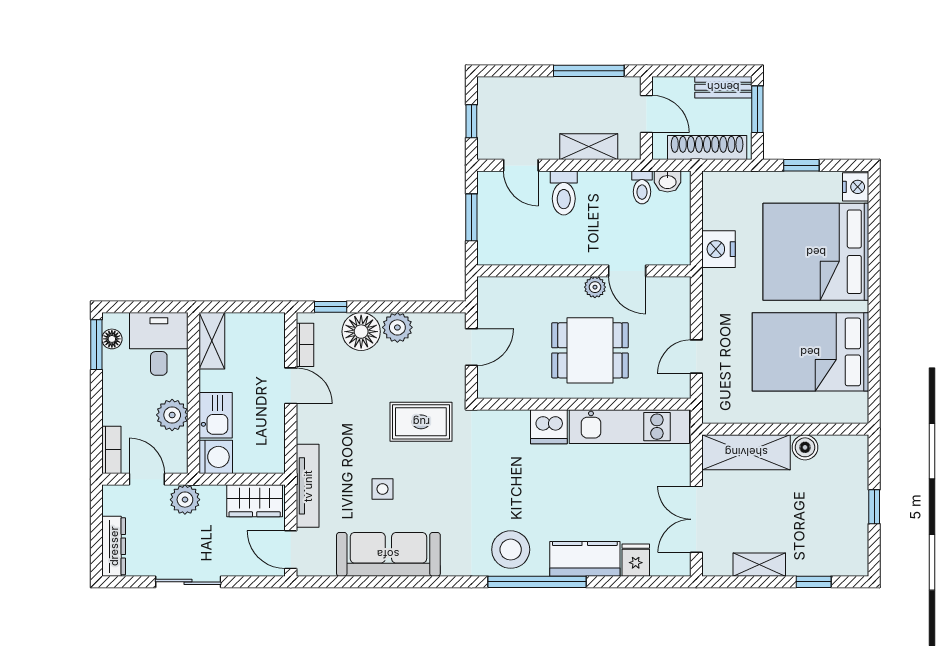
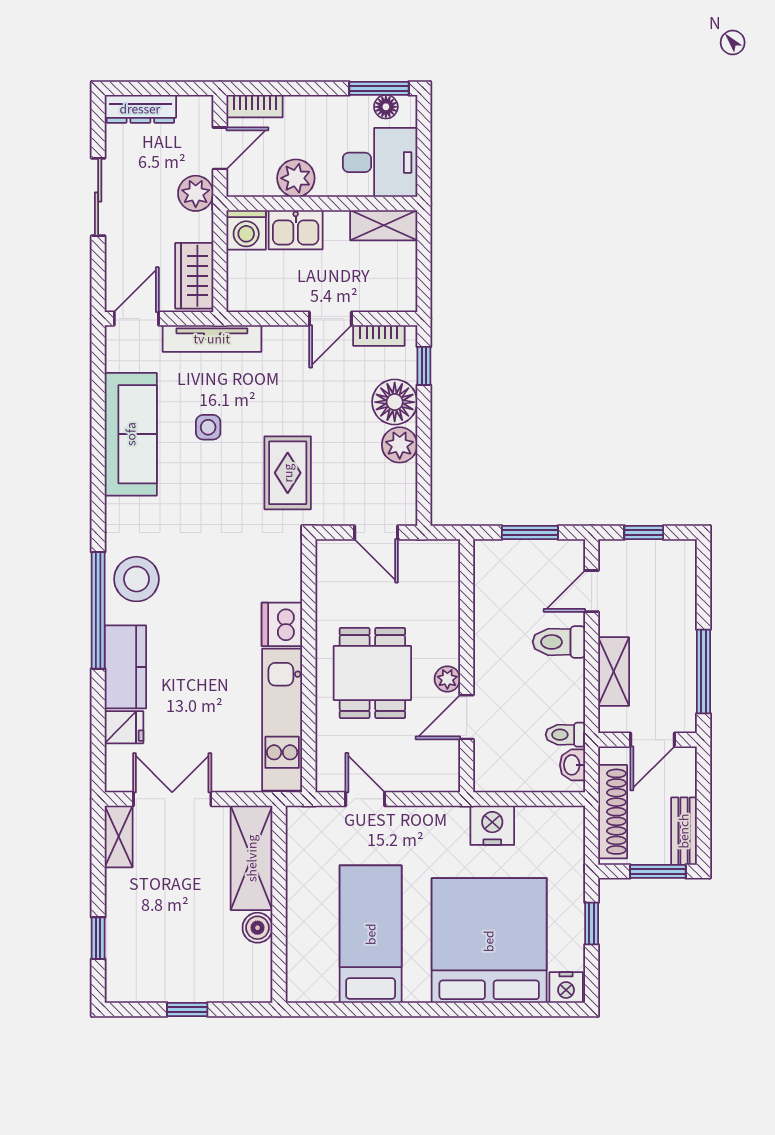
bed: (810, 352) -> (371, 934), width x0.67
shelving: (759, 565) -> (119, 836), moved

